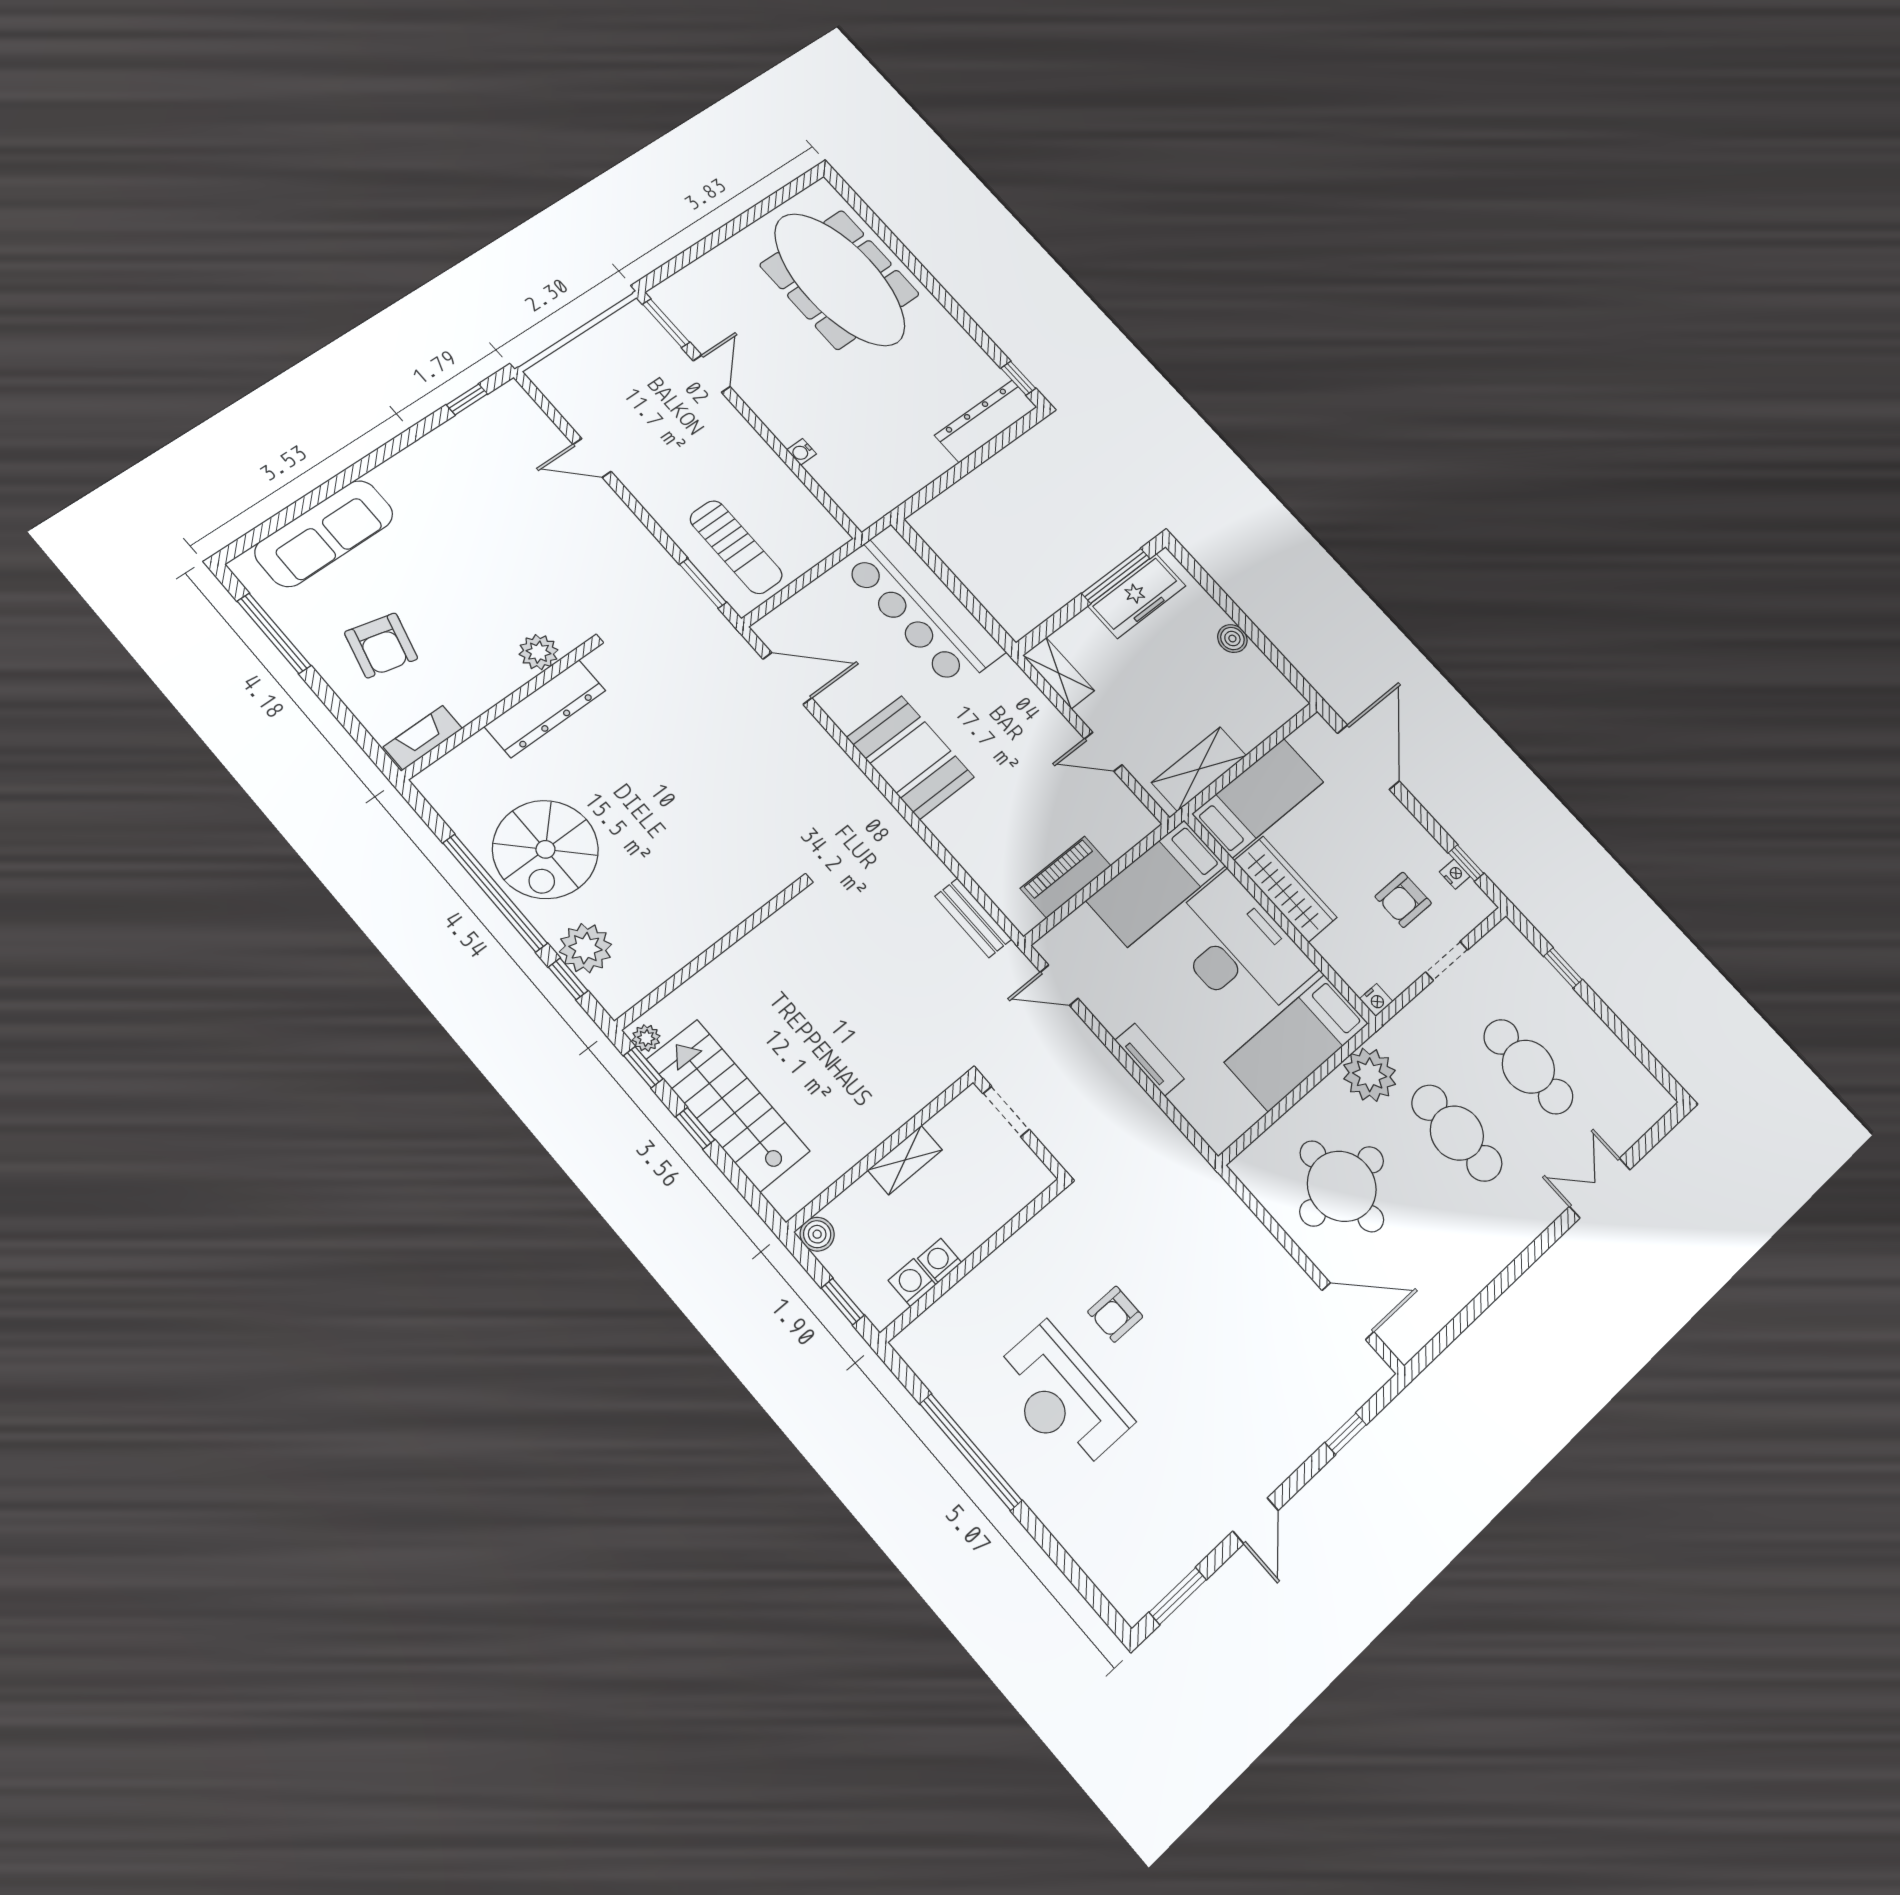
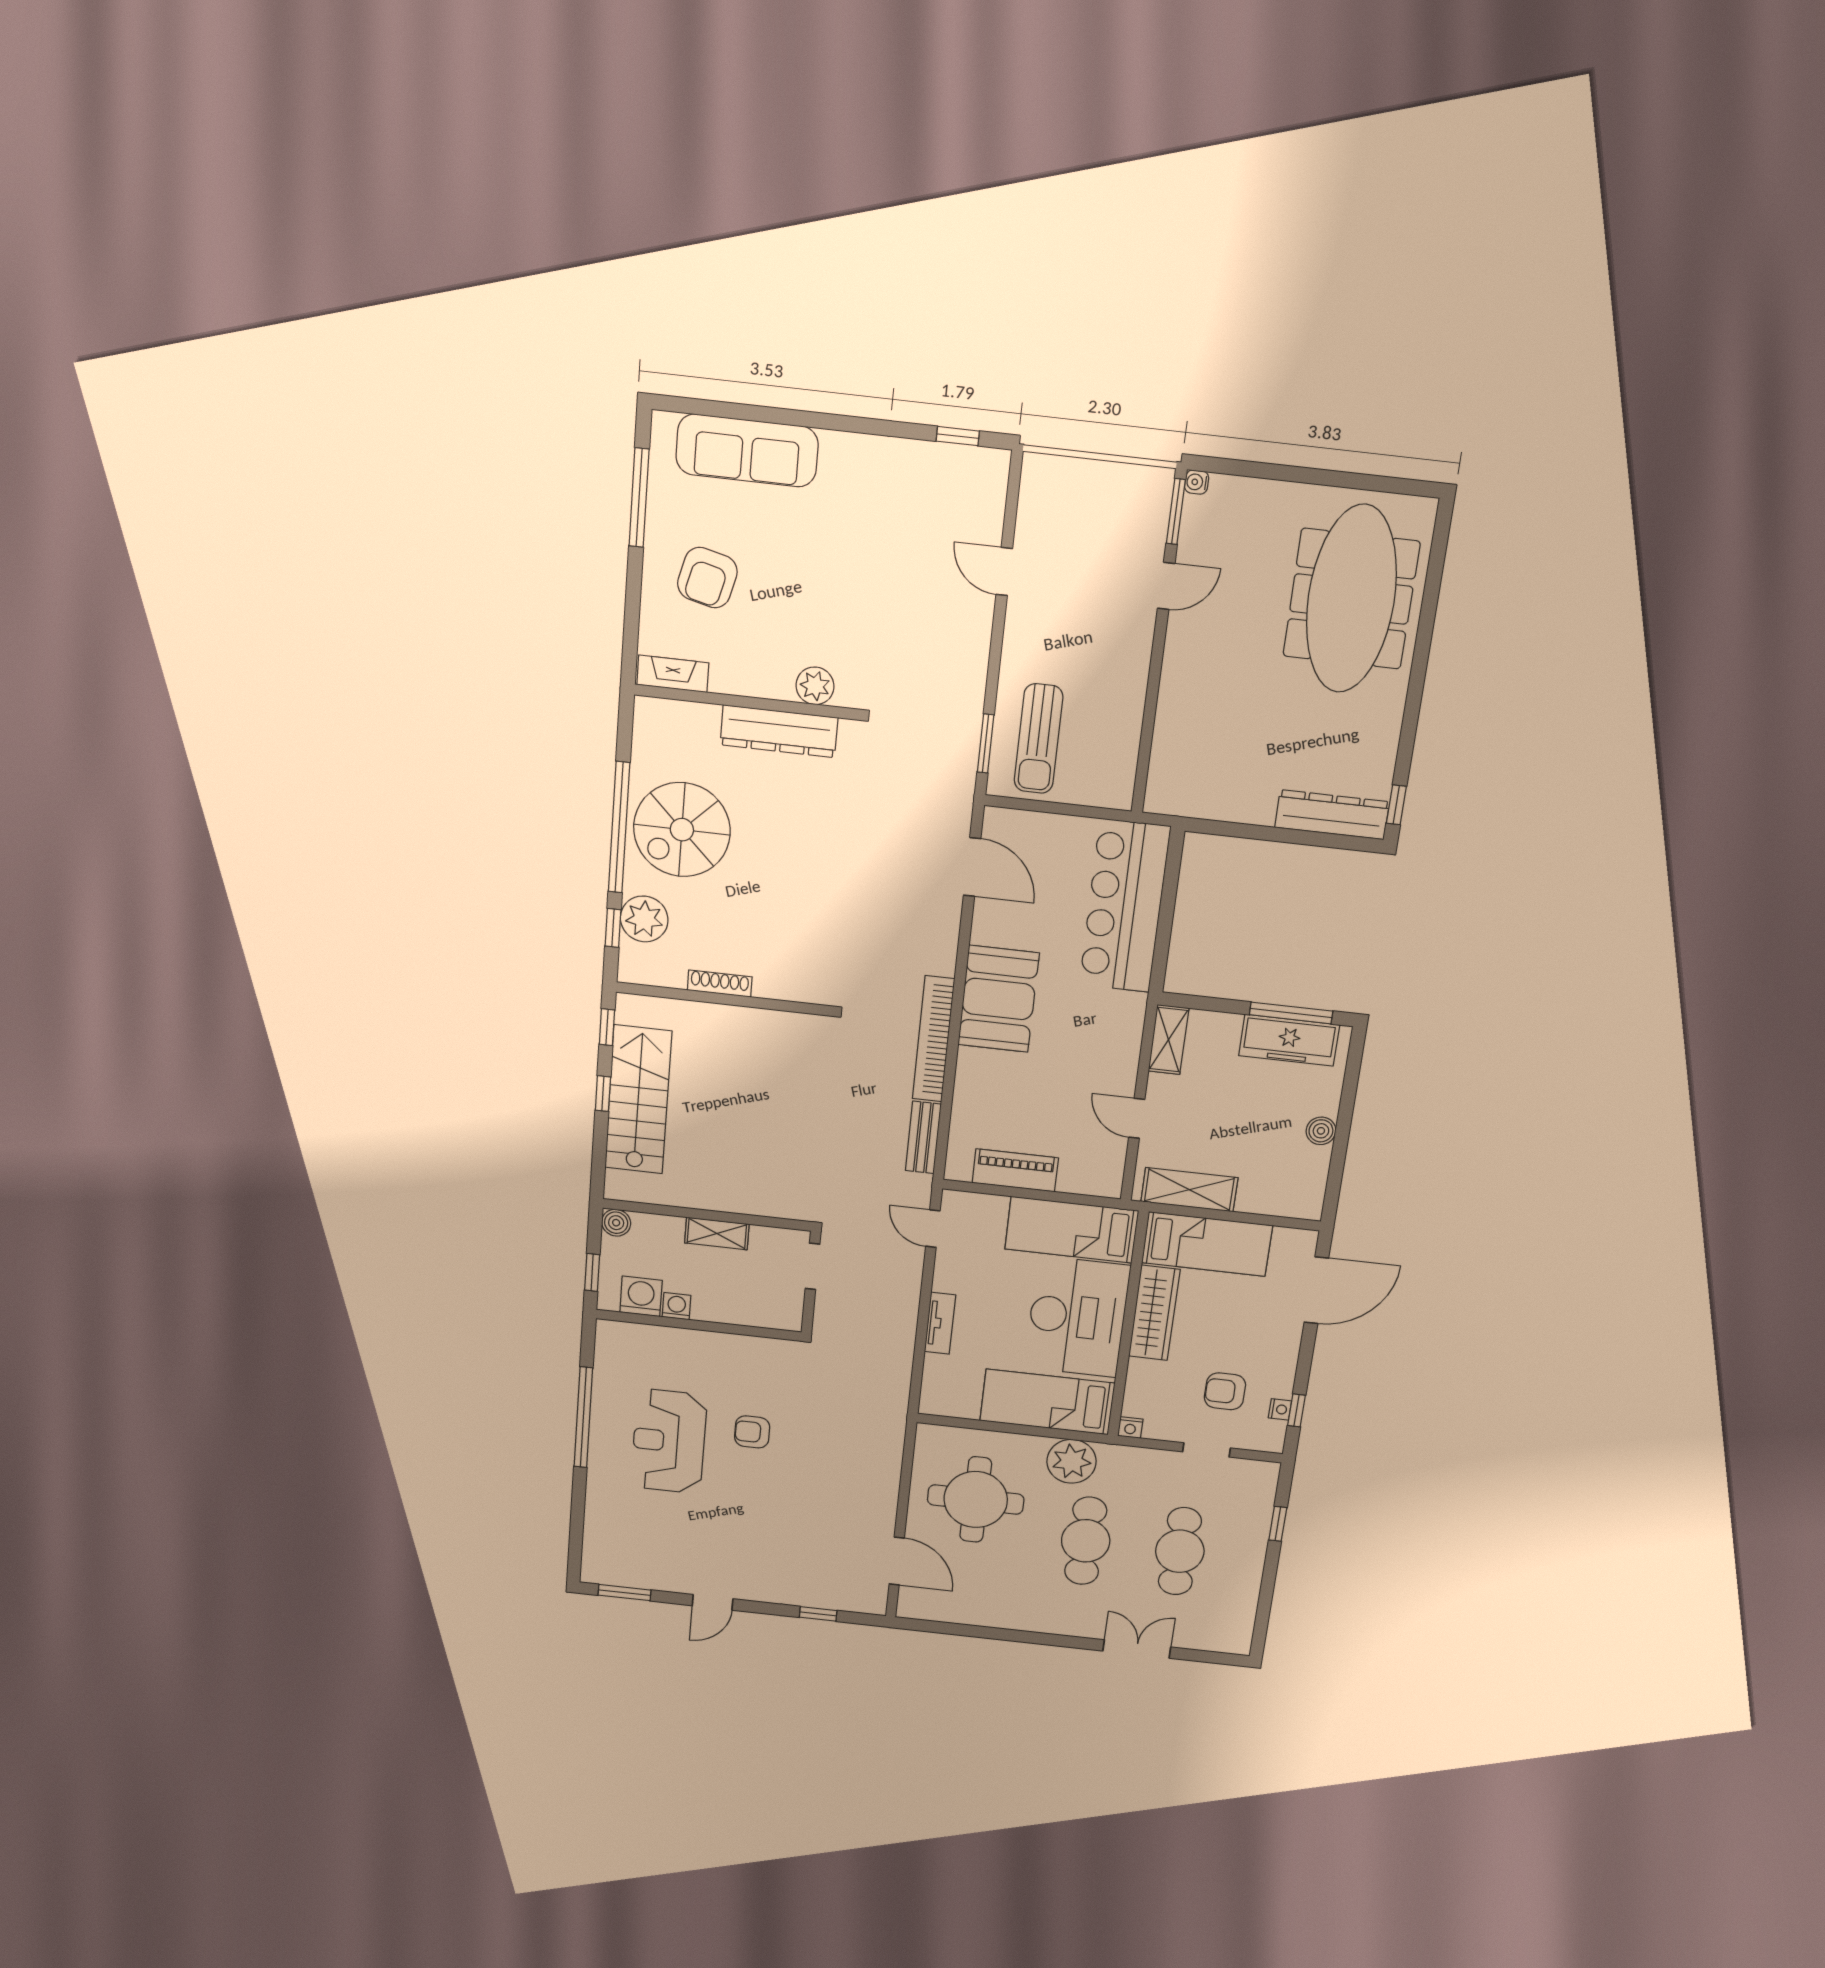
water cooler: (802, 452) -> (1197, 482), moved
bookcase: (898, 833) -> (933, 1039), added
shoe rack: (695, 944) -> (720, 984), added
plant: (646, 1038) -> (627, 1011), removed
washing machine: (912, 1283) -> (641, 1296), width x1.38, depth x1.38

